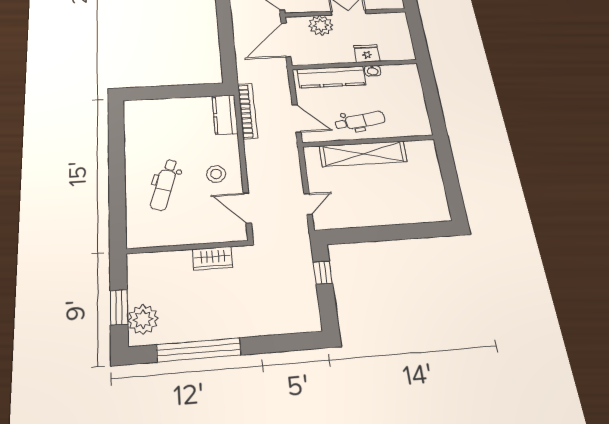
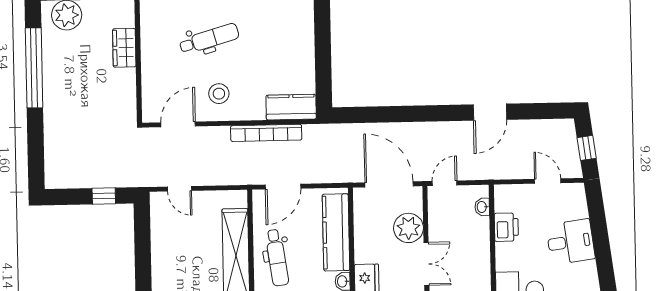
bookcase: (247, 111) -> (266, 133), moved
dental chair: (165, 185) -> (209, 39), turned 146
wardrobe: (213, 258) -> (124, 48), moved

